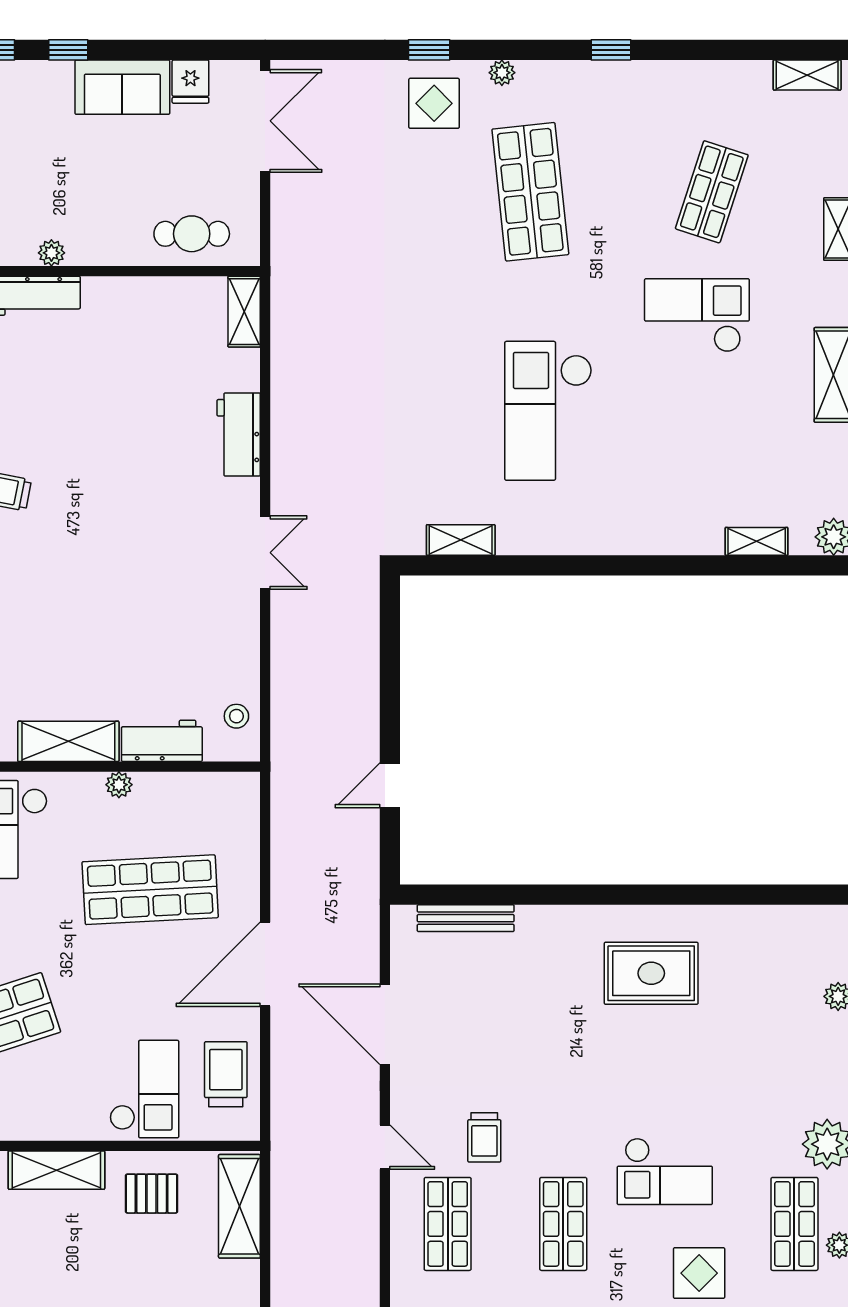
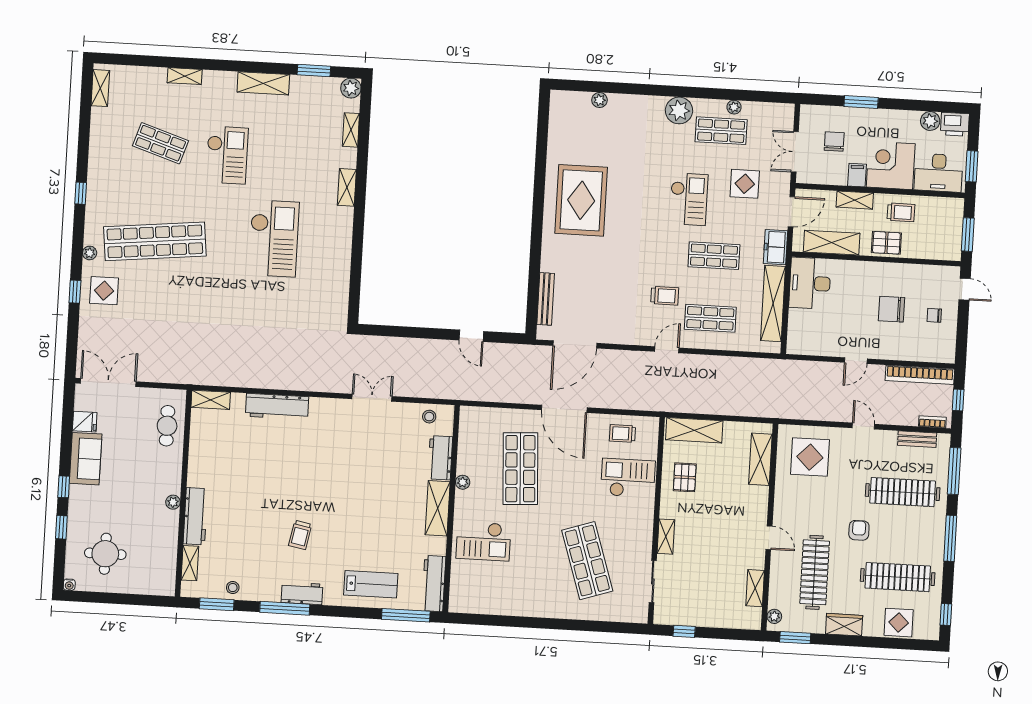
shop shelf: (530, 192) -> (155, 241), width x1.40
checkout: (697, 315) -> (227, 155), turned 180
checkout: (548, 411) -> (274, 238), turned -90
workbench: (239, 434) -> (277, 407), width x1.38
shelving: (461, 540) -> (347, 187), moved
double door: (265, 553) -> (372, 398), moved
rug: (651, 973) -> (581, 200), width x1.37, depth x1.44
door: (385, 1024) -> (575, 344), moved
trolley: (226, 1074) -> (622, 433), width x0.73, depth x0.72
shelving: (56, 1170) -> (666, 537), width x0.67, depth x0.75

